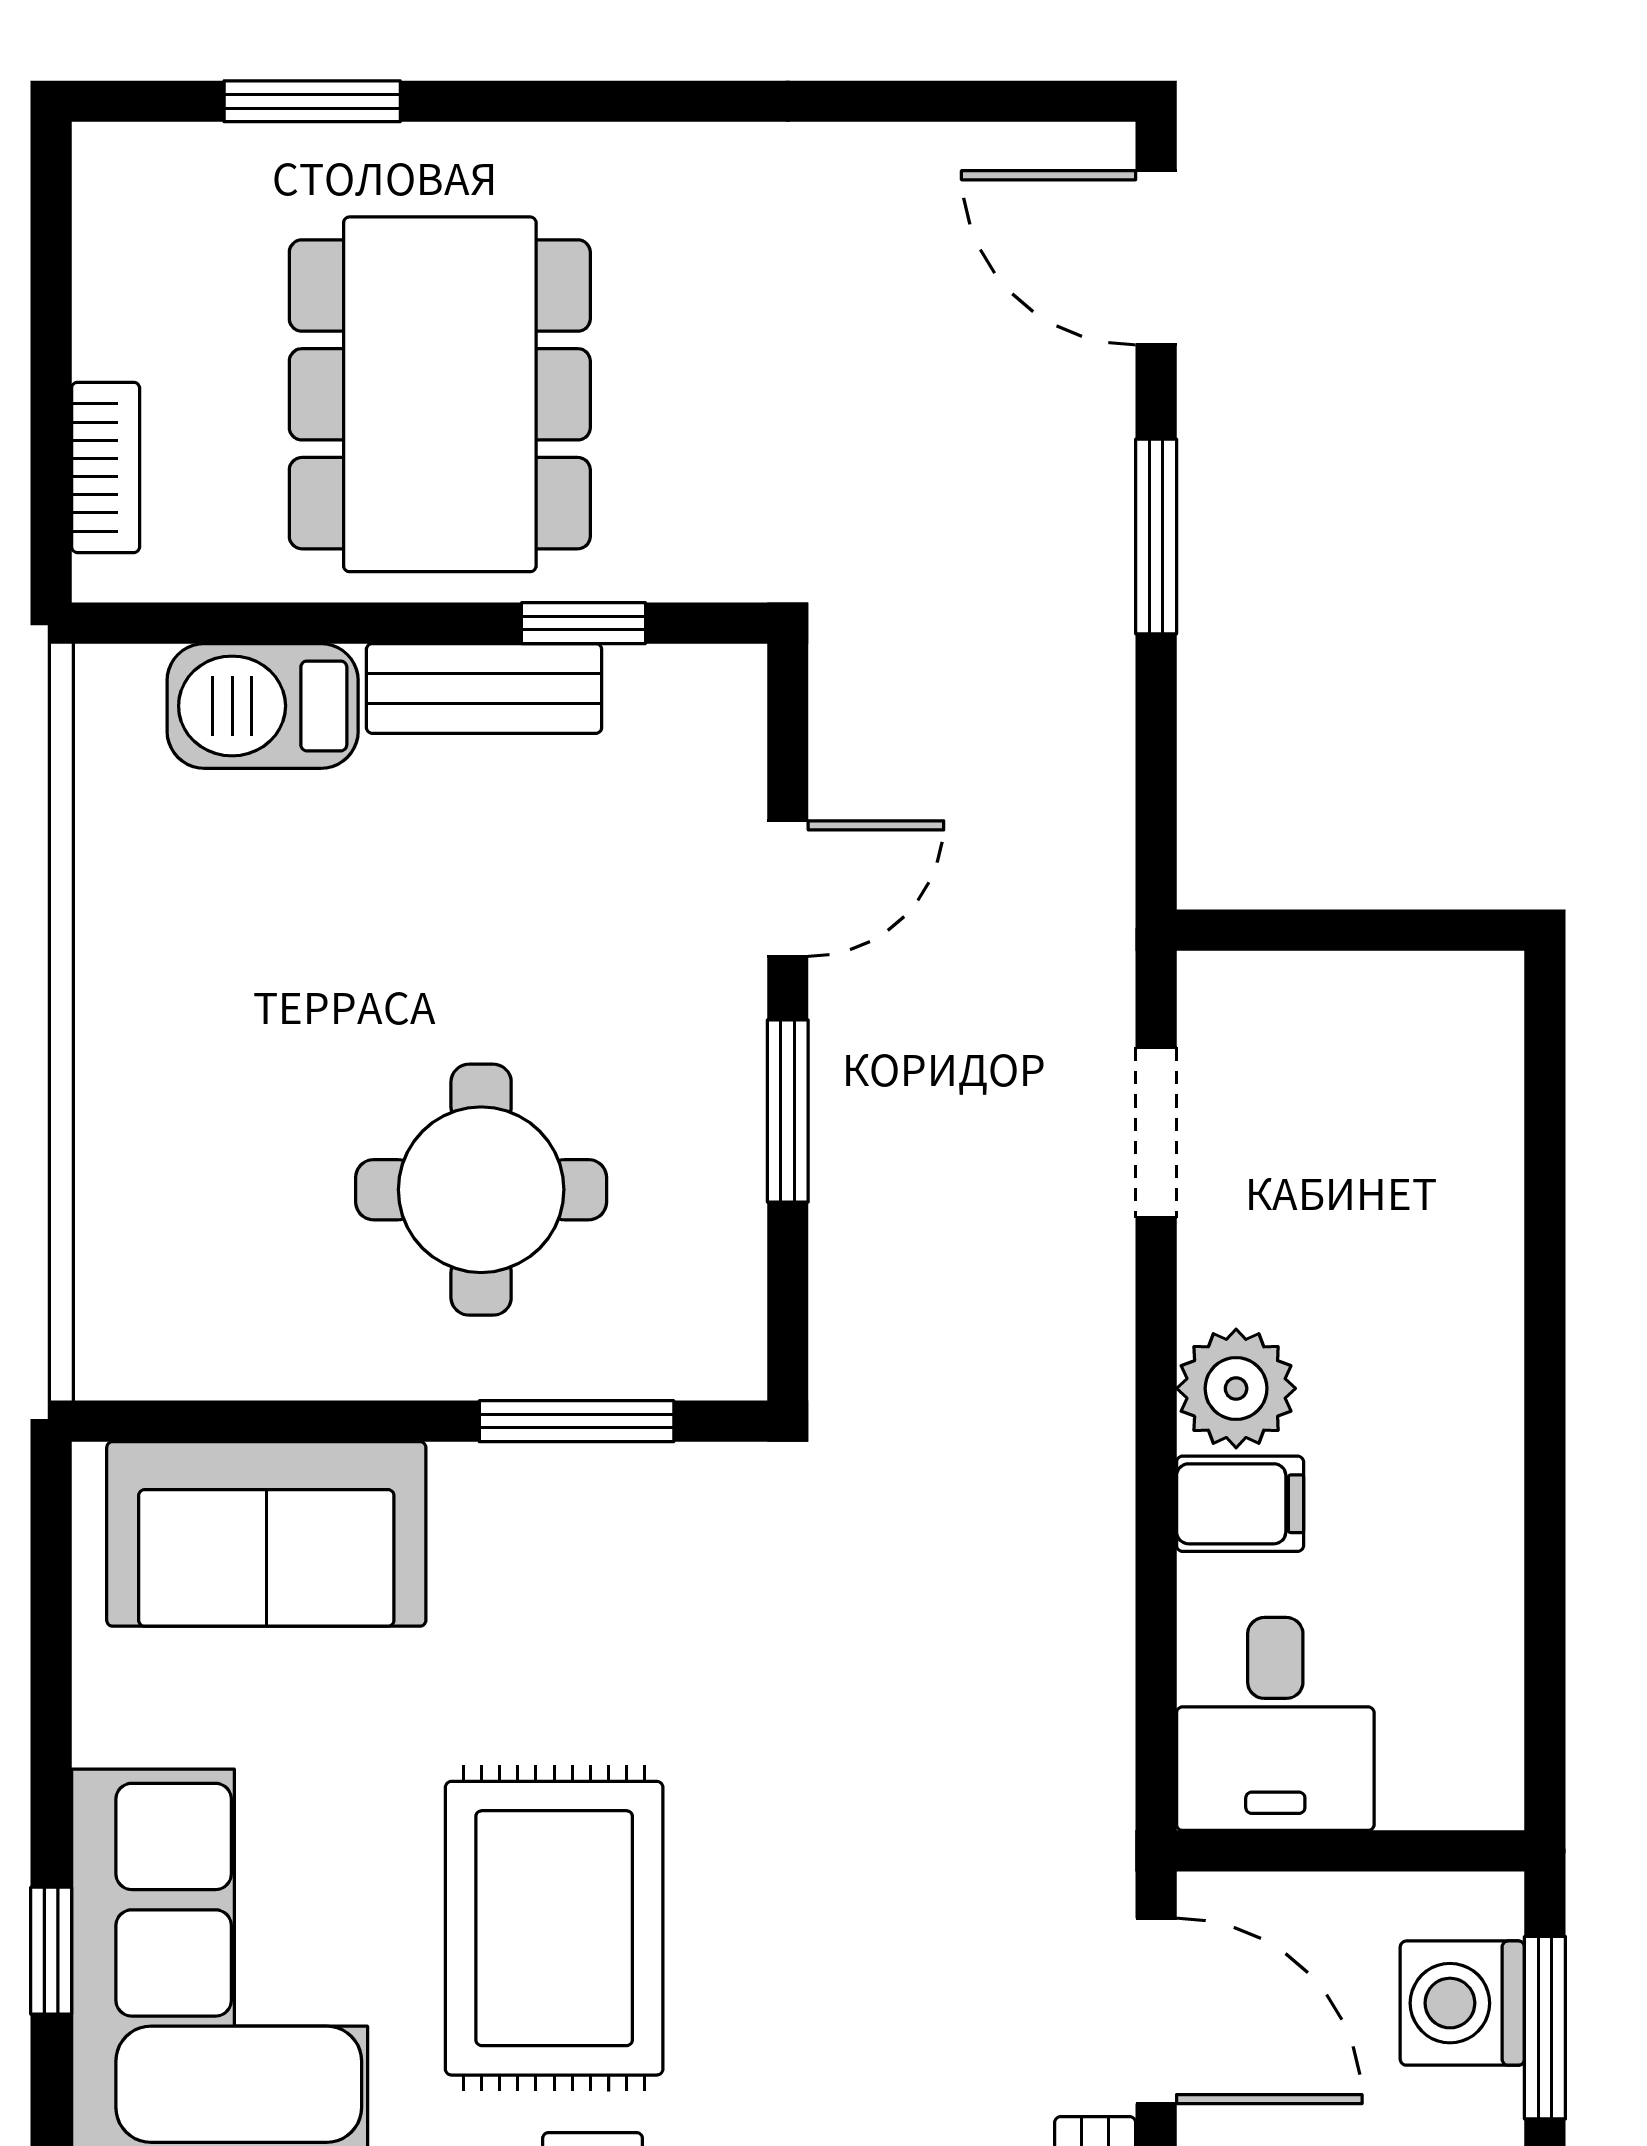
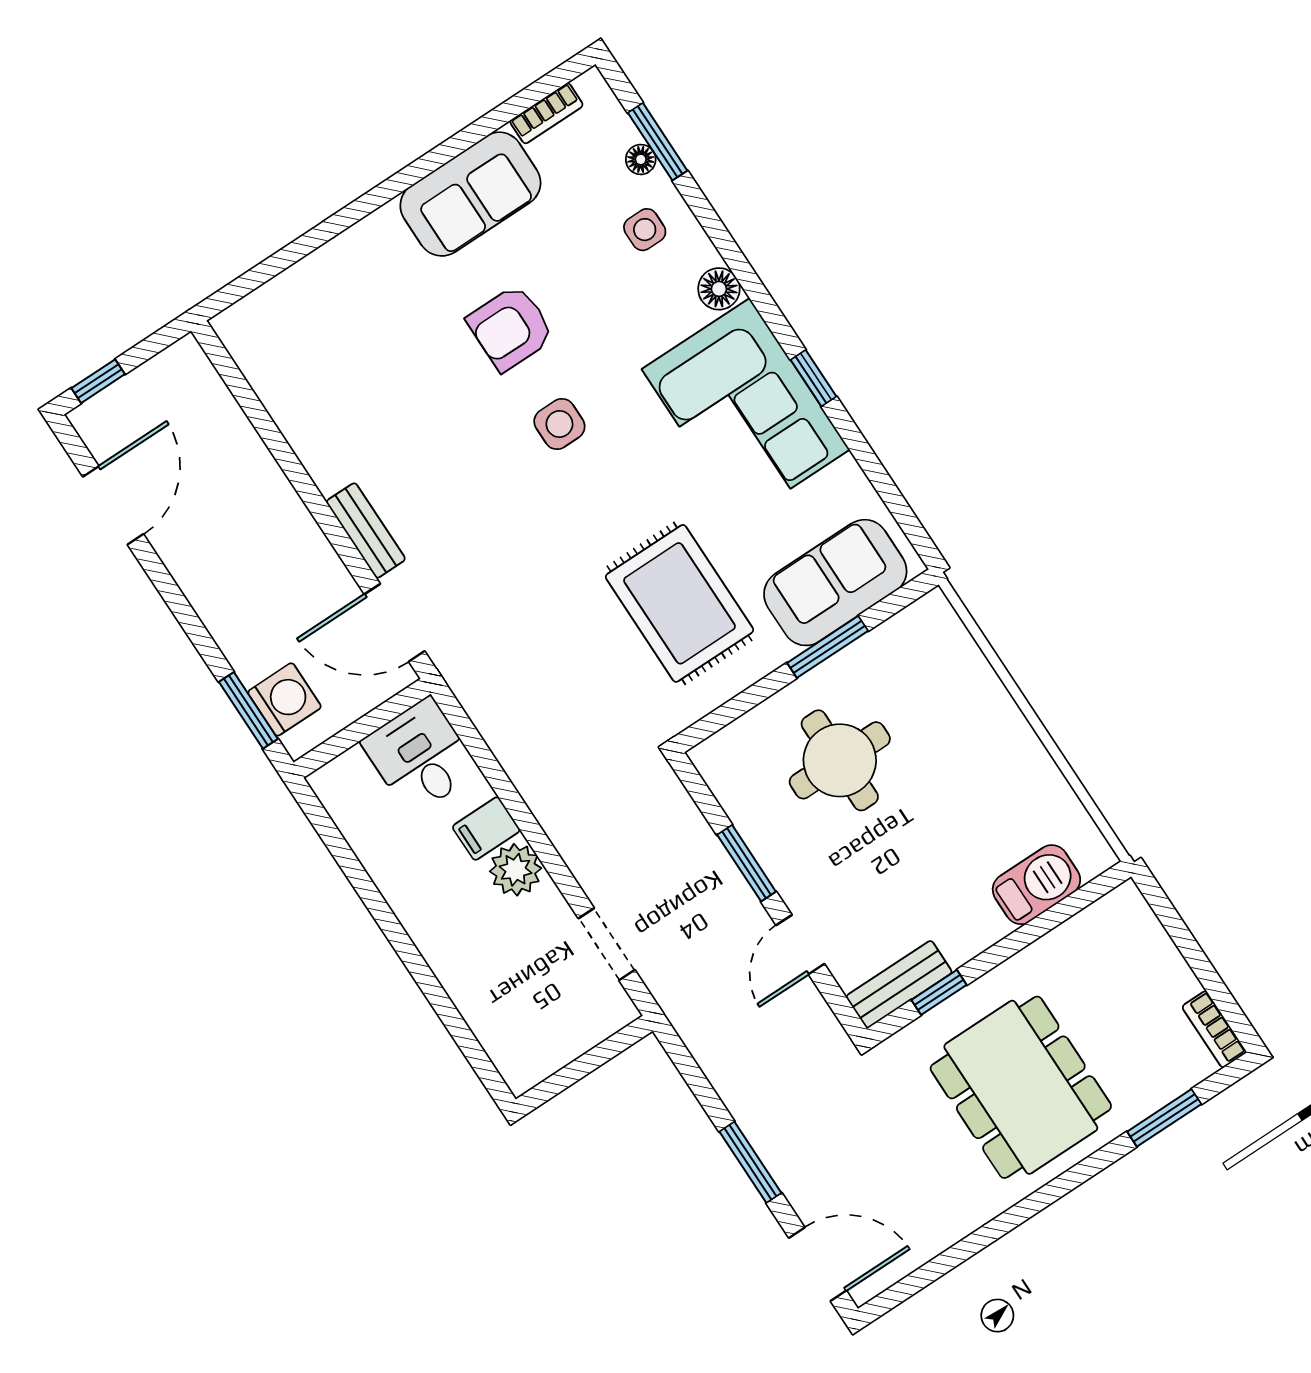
dining table: (440, 394) -> (1021, 1087), moved
bookcase: (106, 467) -> (1214, 1029), moved
bench: (484, 688) -> (899, 984), moved
window: (577, 1421) -> (828, 647), moved
rug: (554, 1928) -> (679, 603), moved

